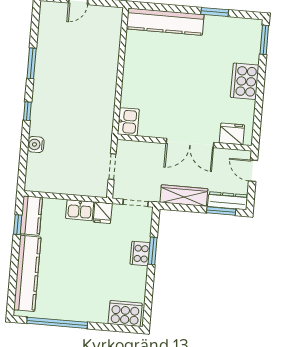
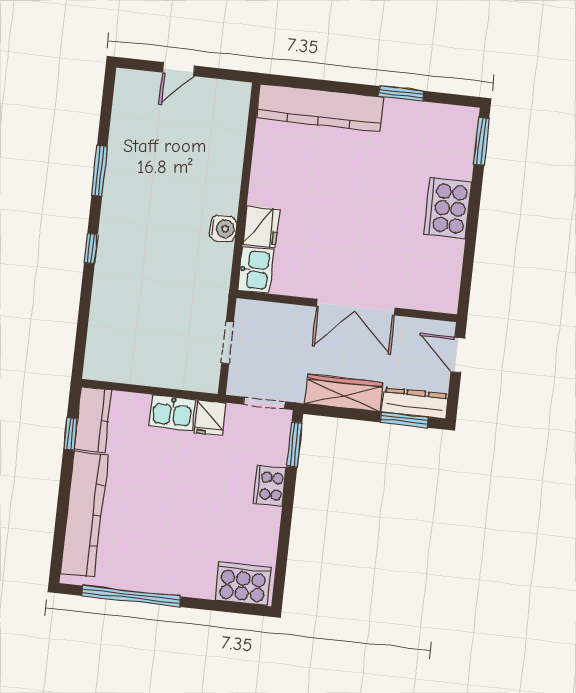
fridge: (232, 134) -> (261, 227), moved, turned 90
water cooler: (36, 145) -> (223, 229), moved, turned 180
window: (153, 251) -> (294, 445), moved

